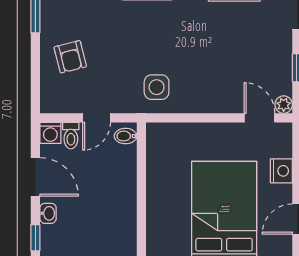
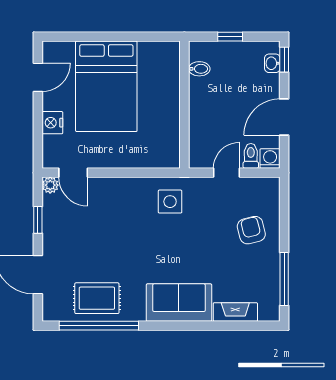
bidet: (126, 136) -> (199, 69), moved
door: (35, 177) -> (284, 117), hinge flipped
washbasin: (48, 213) -> (272, 63), moved

